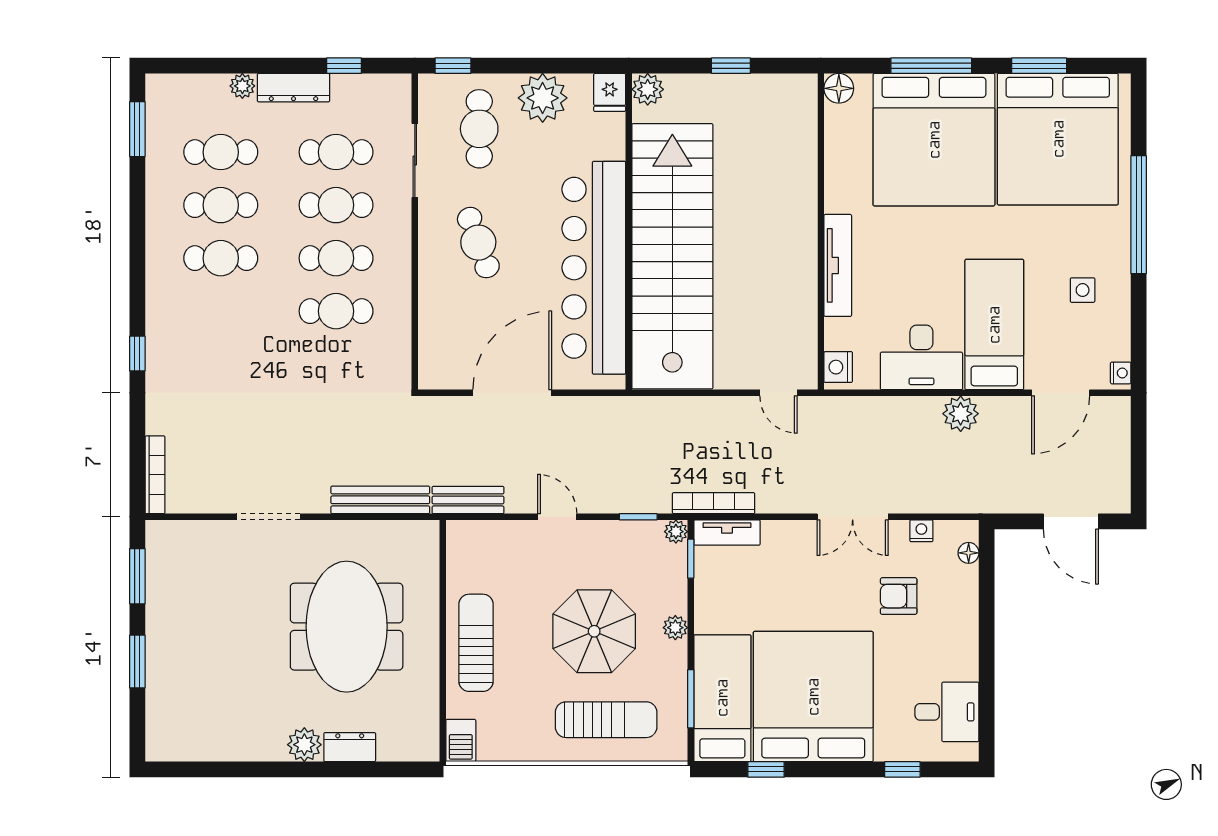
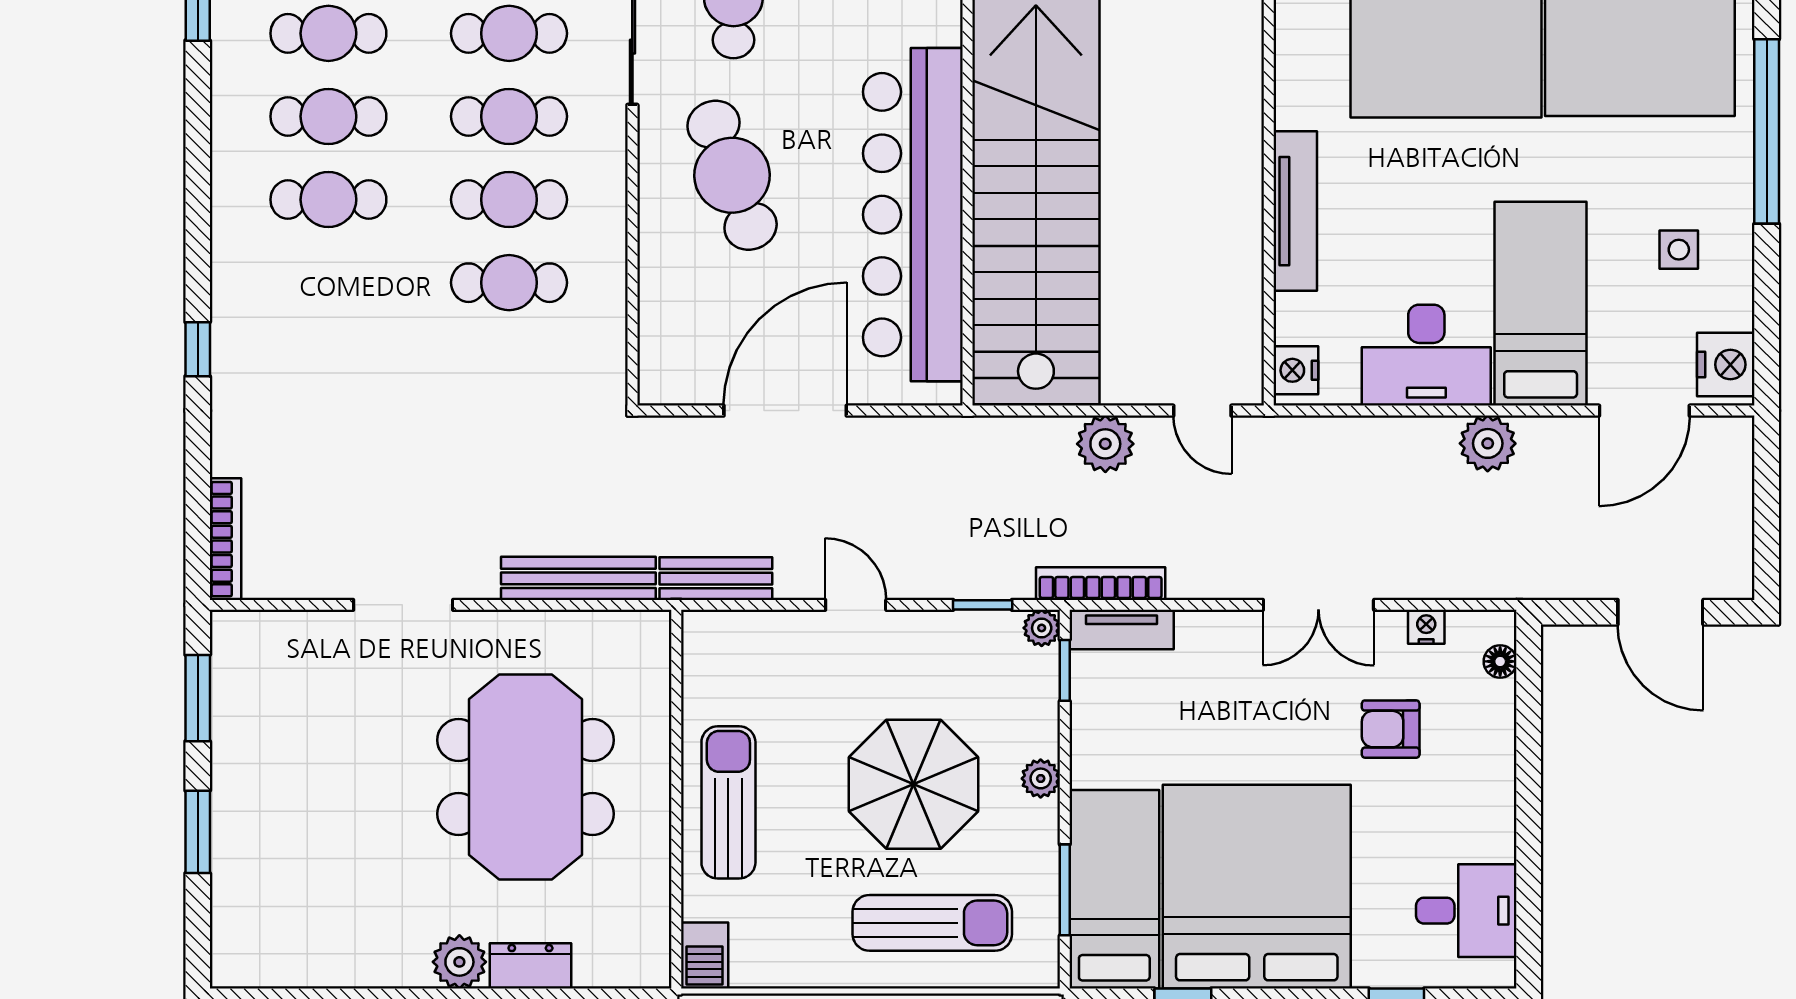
cafe table: (478, 243) -> (732, 175), width x1.37, depth x1.35
nightstand: (1121, 373) -> (1726, 365), width x1.89, depth x1.79
plant: (717, 414) -> (1105, 444), added

